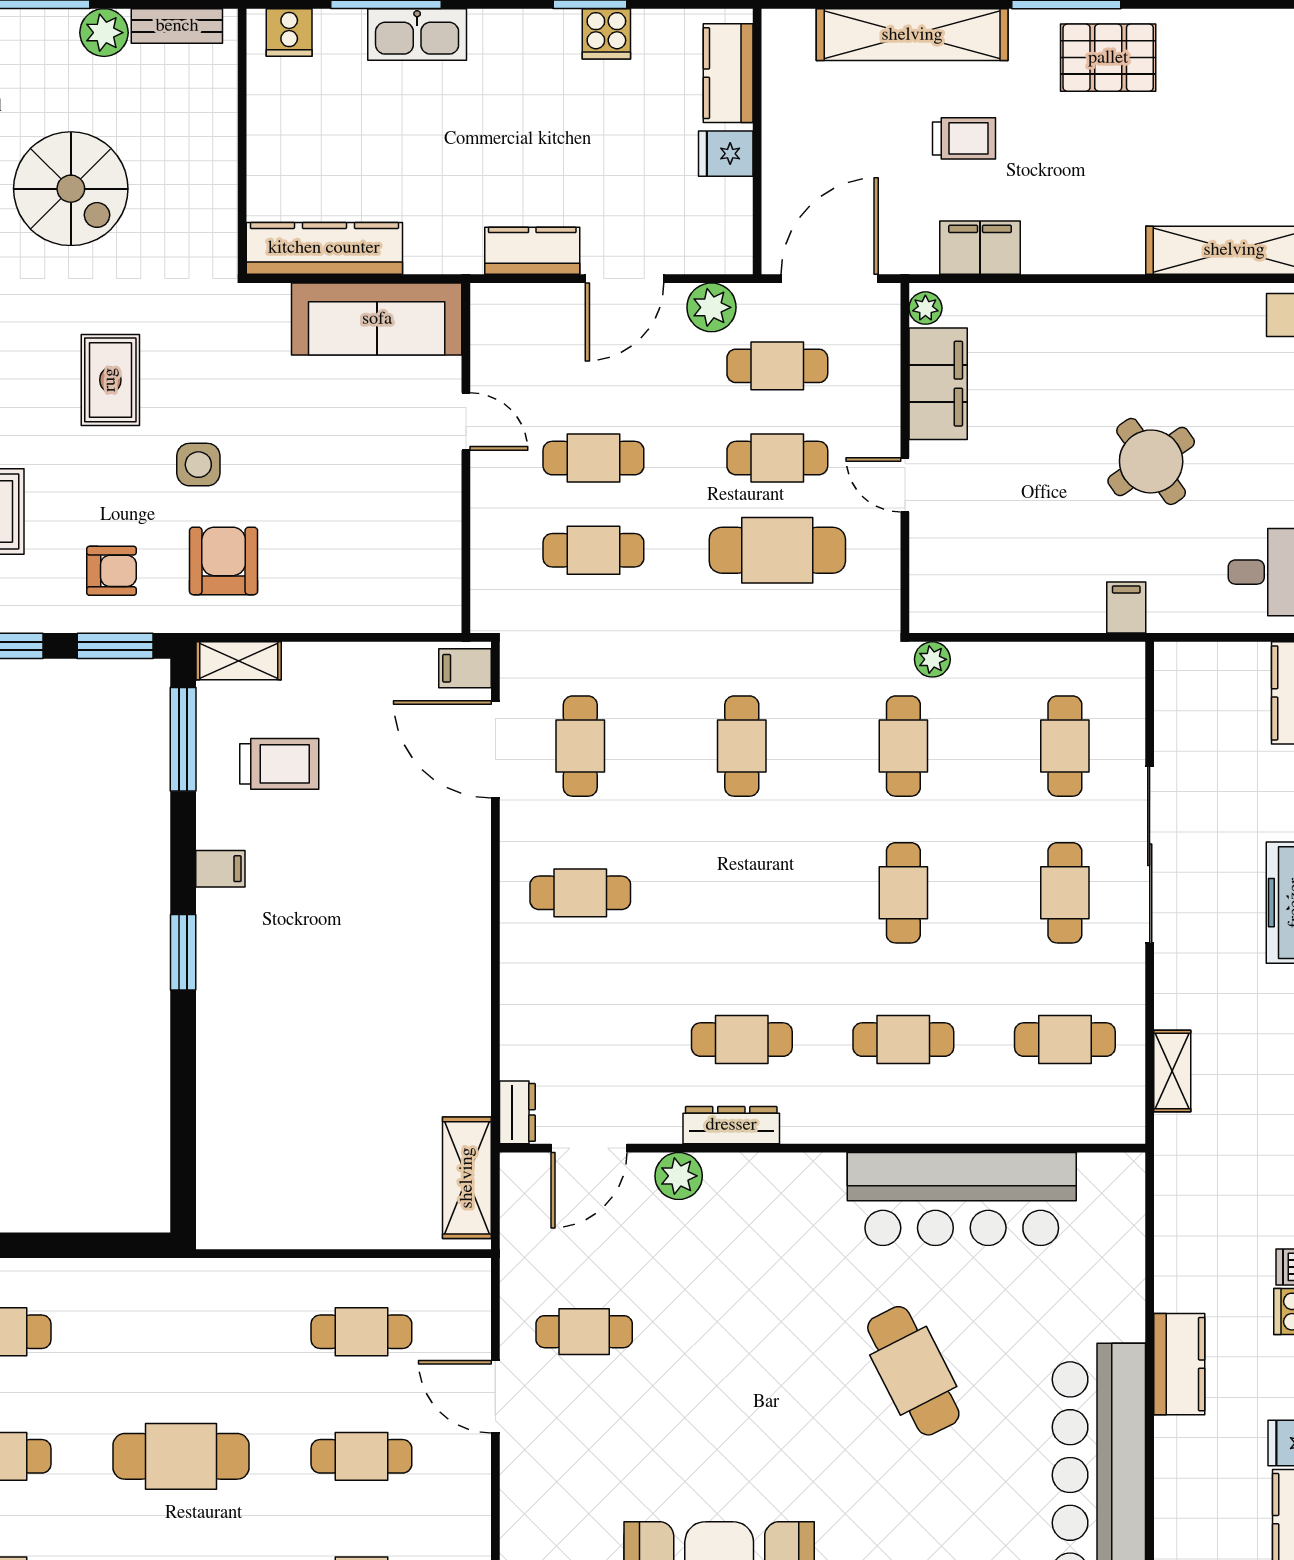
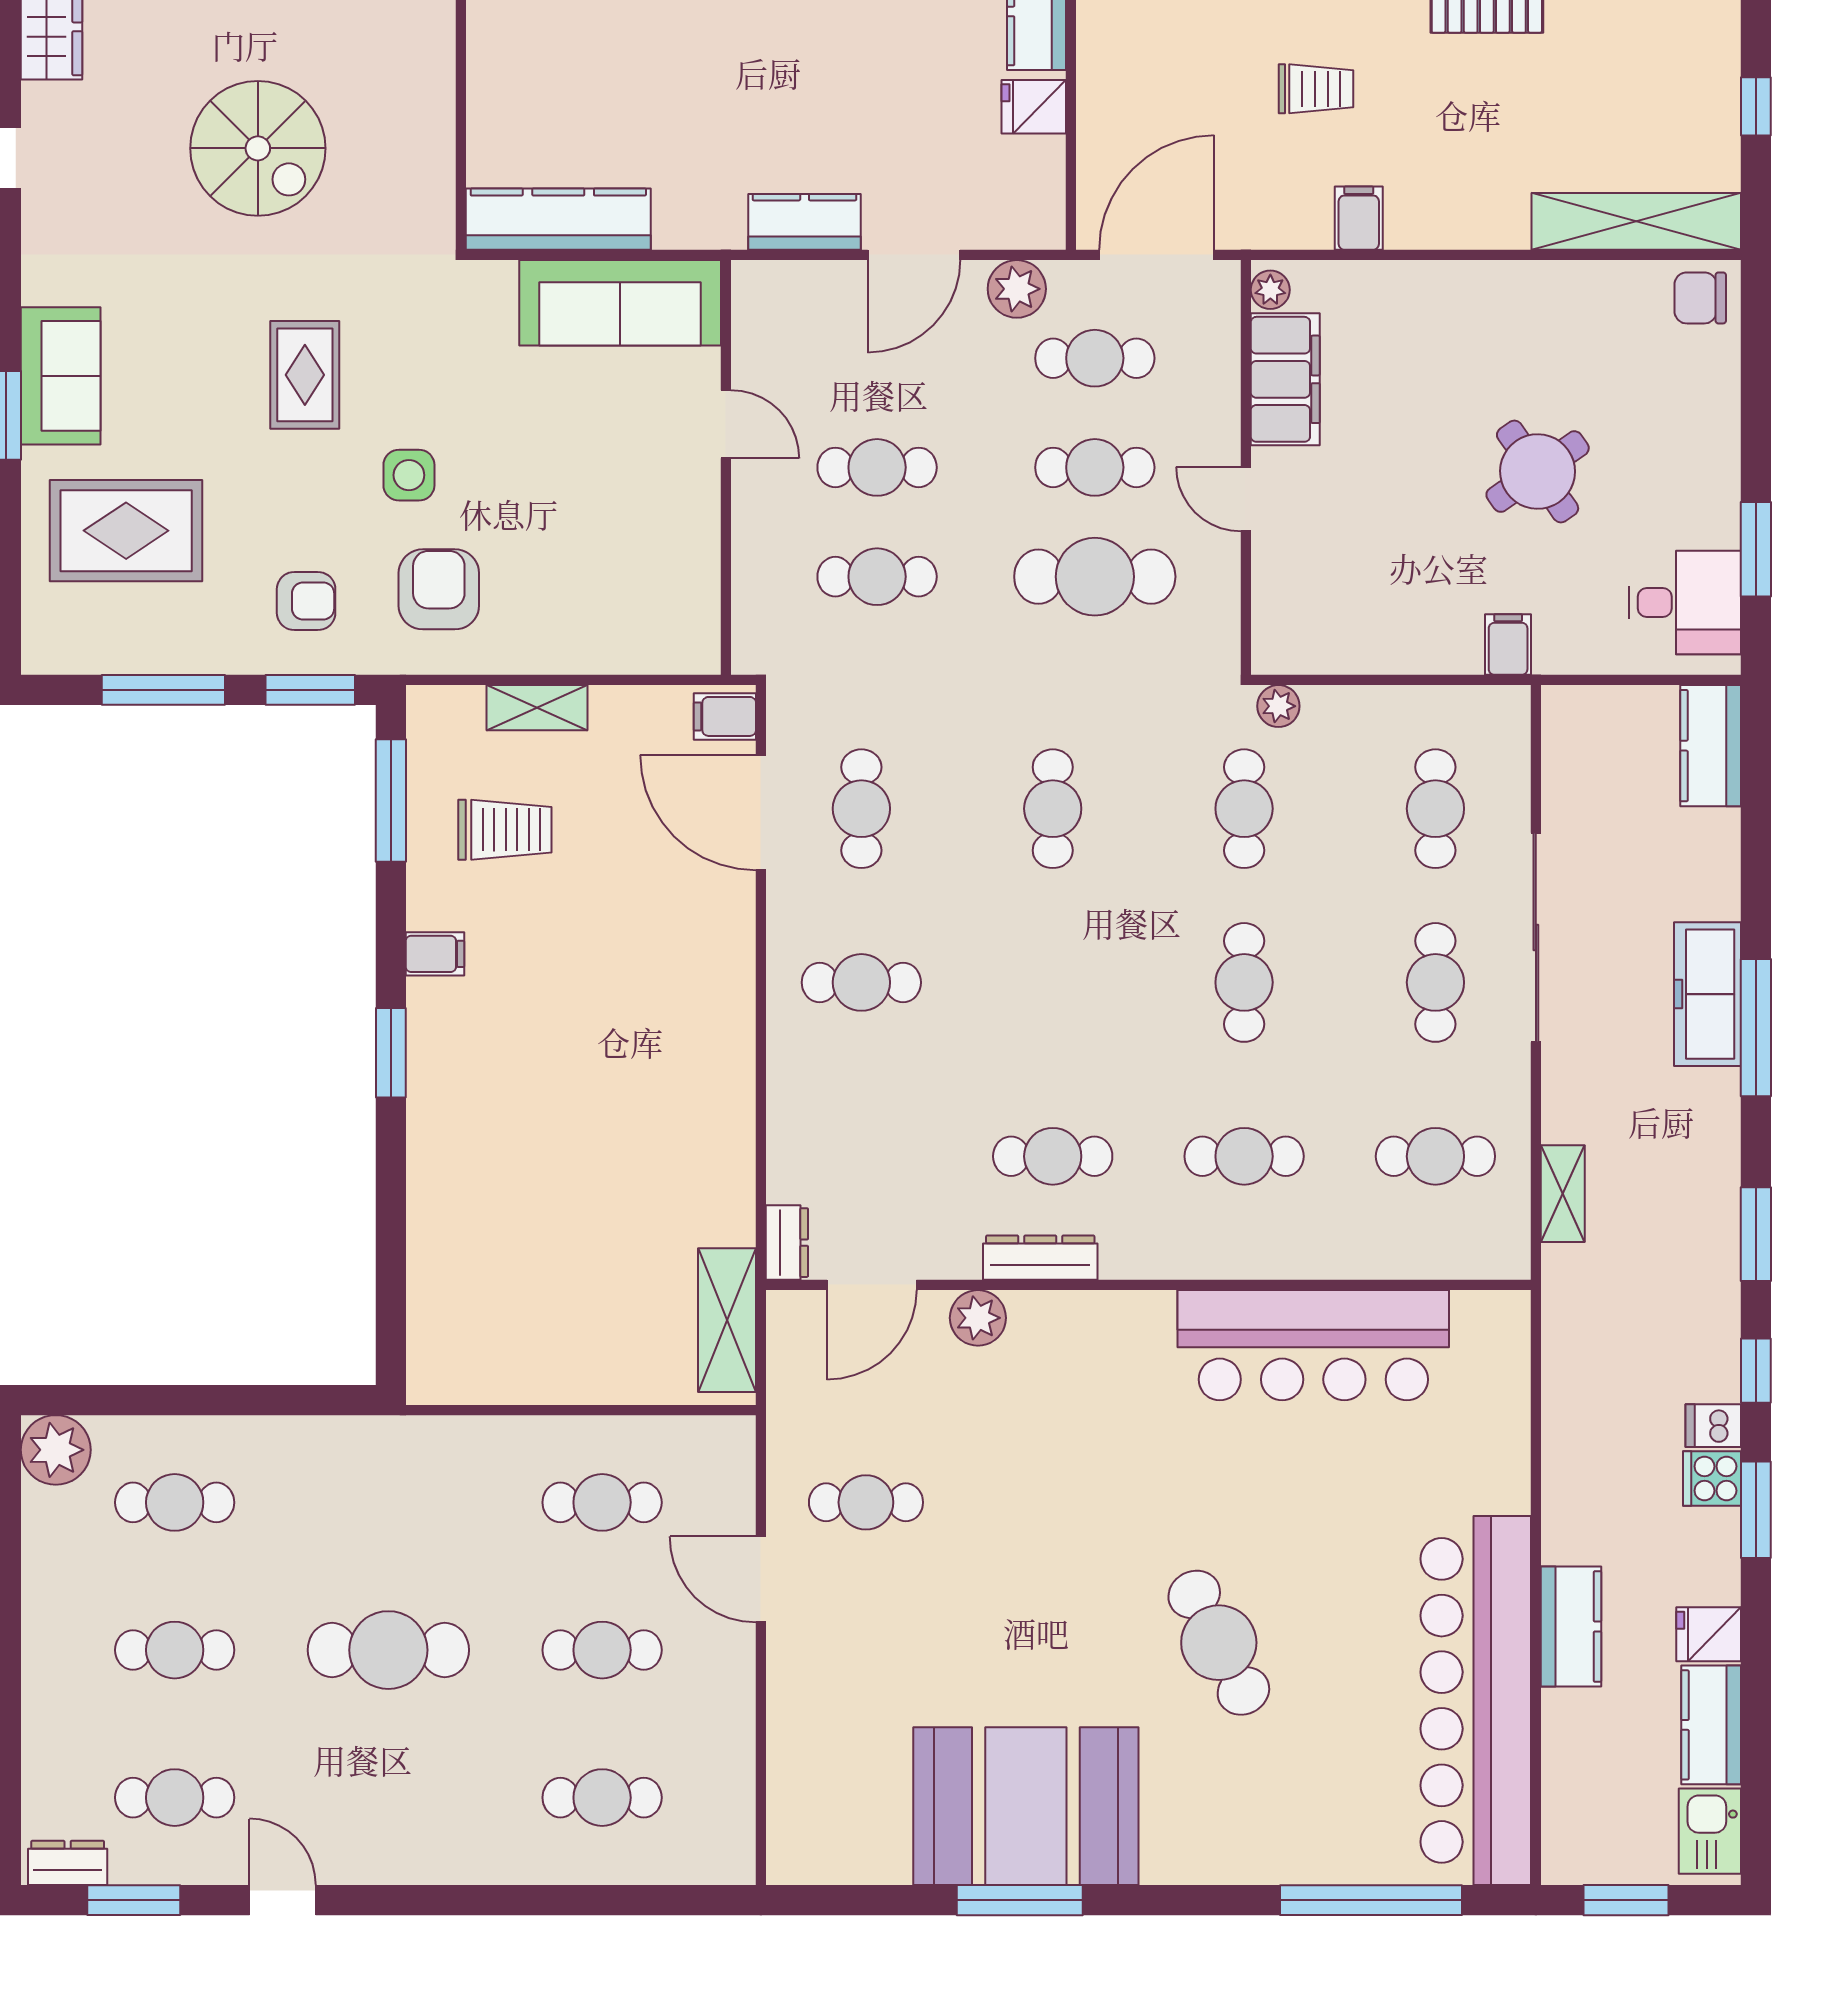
filing cabinet: (980, 248) -> (1359, 218), width x0.50
shelving: (239, 661) -> (537, 708), moved
kitchen counter: (1179, 1364) -> (1571, 1626), moved
cafe table: (913, 1371) -> (1219, 1643), moved

